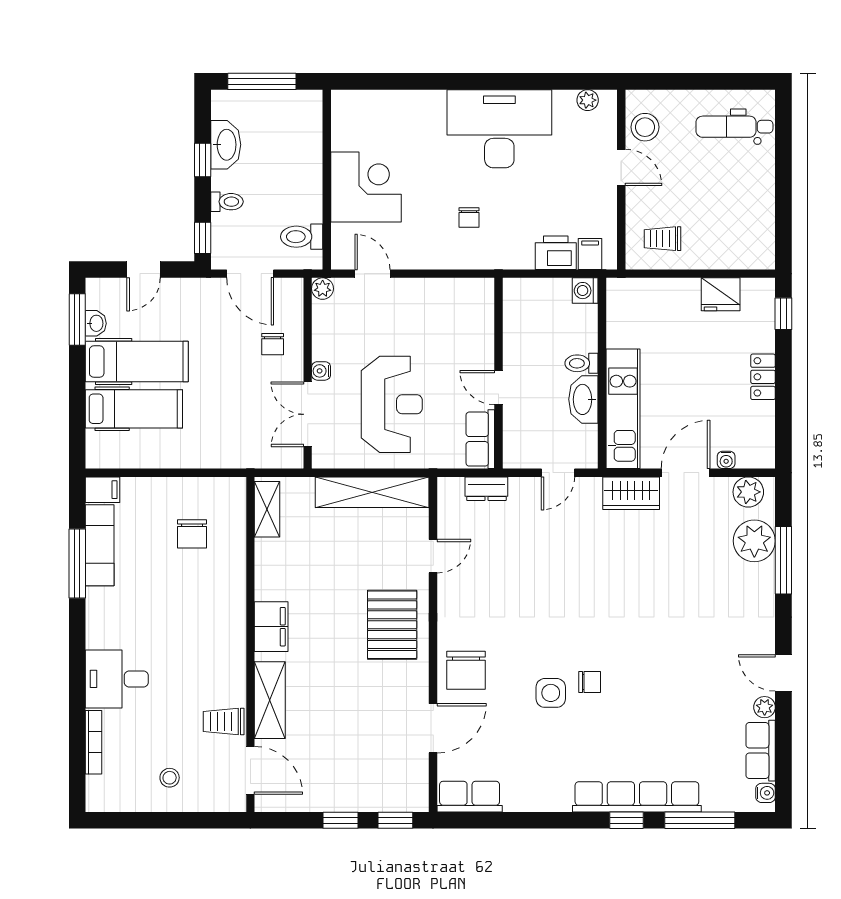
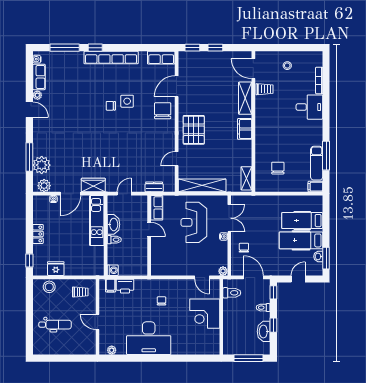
stool: (645, 127) -> (49, 287), moved
dental chair: (734, 127) -> (55, 325), moved
row of seats: (637, 797) -> (111, 57), moved

